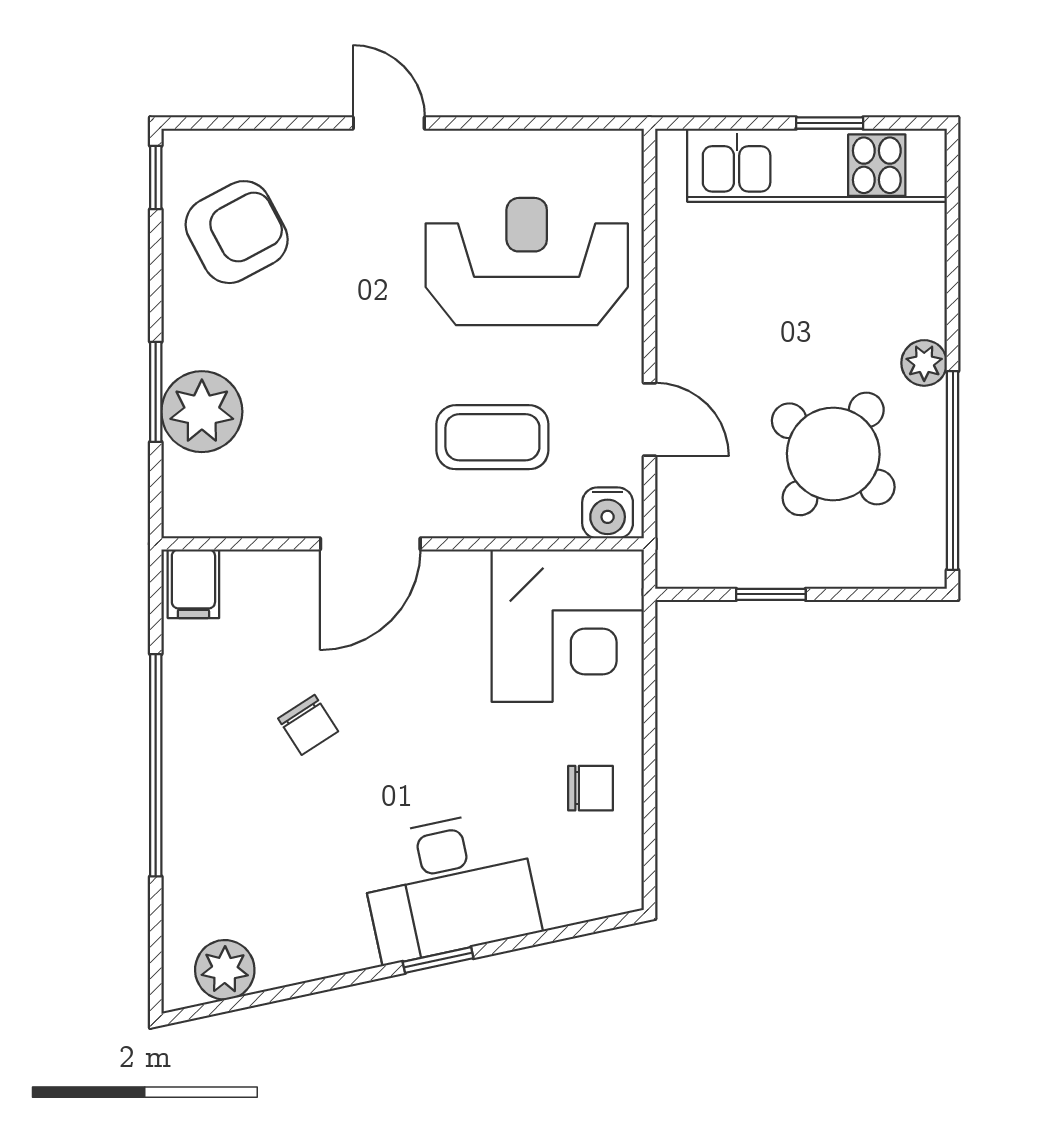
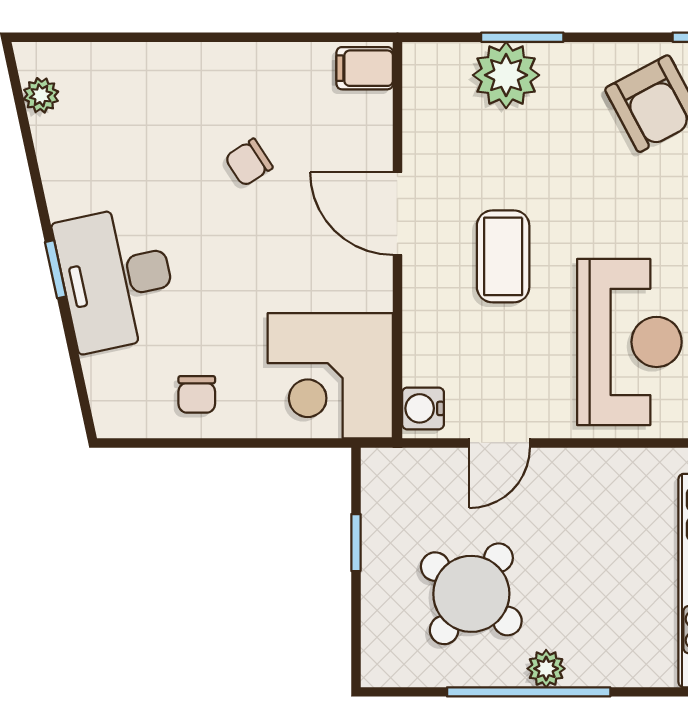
coffee table: (492, 437) -> (503, 256), moved
window: (953, 471) -> (529, 692), moved
window: (156, 765) -> (215, 37), removed
plant: (225, 970) -> (41, 95), width x0.73, depth x0.73

